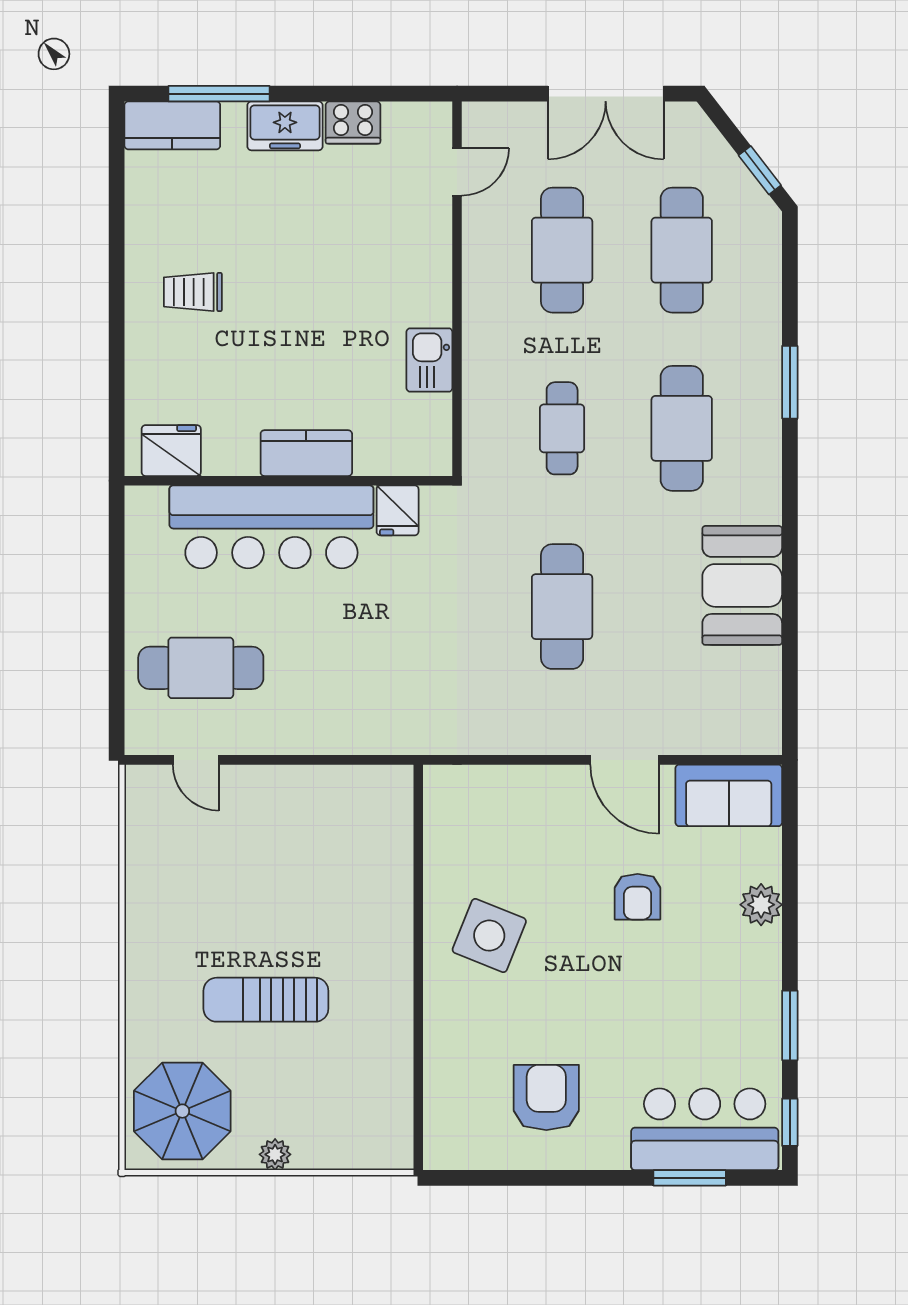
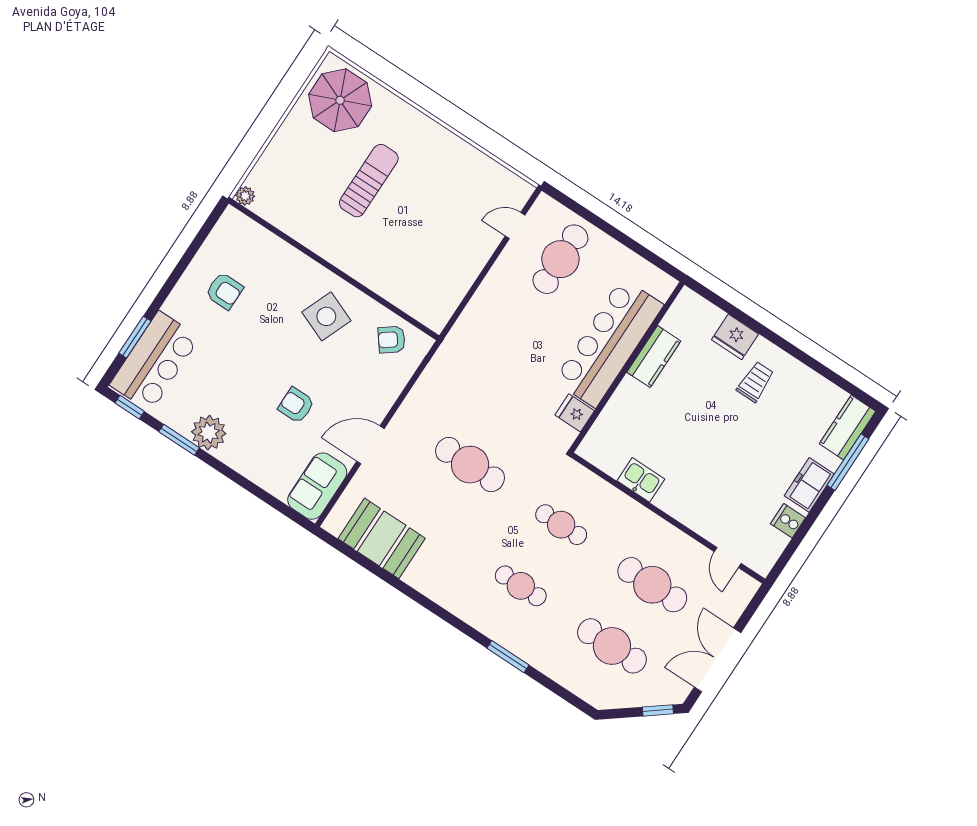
cooker: (353, 123) -> (788, 521), width x0.73
window: (760, 170) -> (658, 710), moved
cafe table: (682, 428) -> (521, 586), width x0.73, depth x0.74
fridge: (171, 451) -> (735, 337), moved, turned 90
kitchen counter: (306, 453) -> (654, 357), moved
booth: (742, 585) -> (382, 538), moved
armchair: (462, 826) -> (392, 340), added
plant: (761, 905) -> (209, 433), moved, width x1.36, depth x1.36
armchair: (546, 1097) -> (224, 291), width x0.72, depth x0.72
plant: (275, 1154) -> (245, 196), moved

